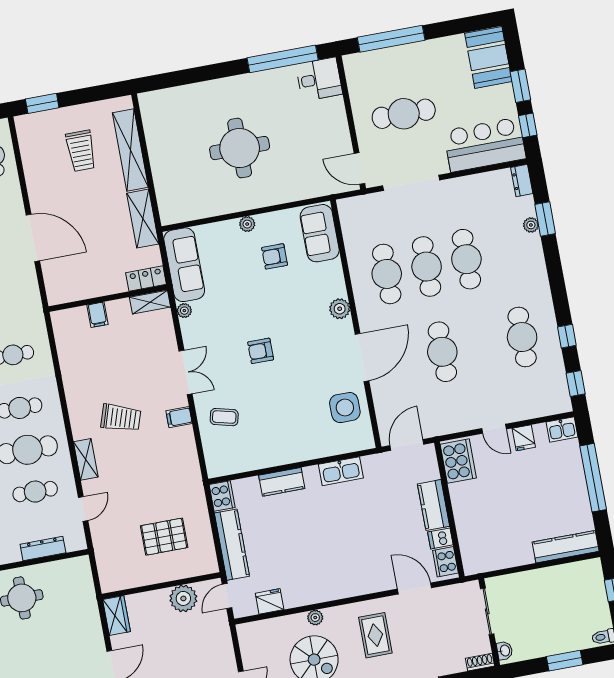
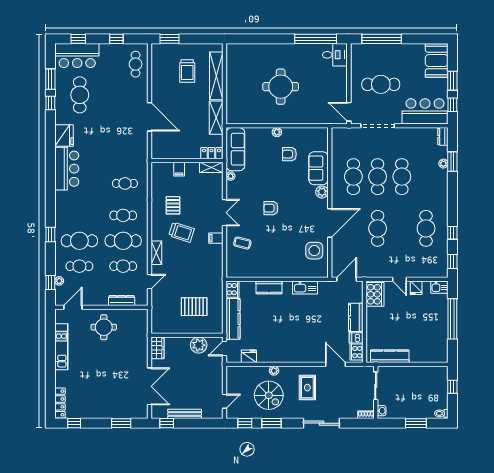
sofa: (320, 233) -> (318, 168), moved
pallet: (98, 376) -> (173, 205), added
kitchen counter: (566, 547) -> (390, 356), moved

